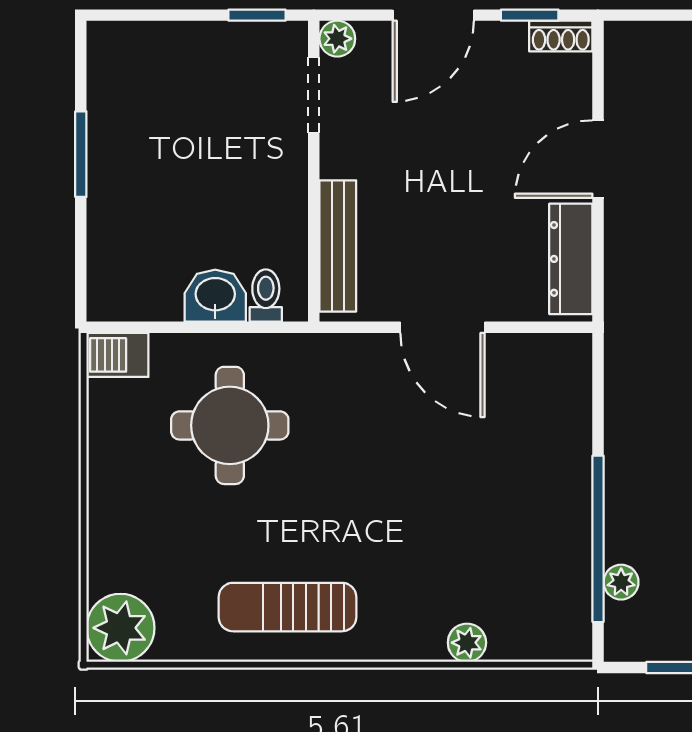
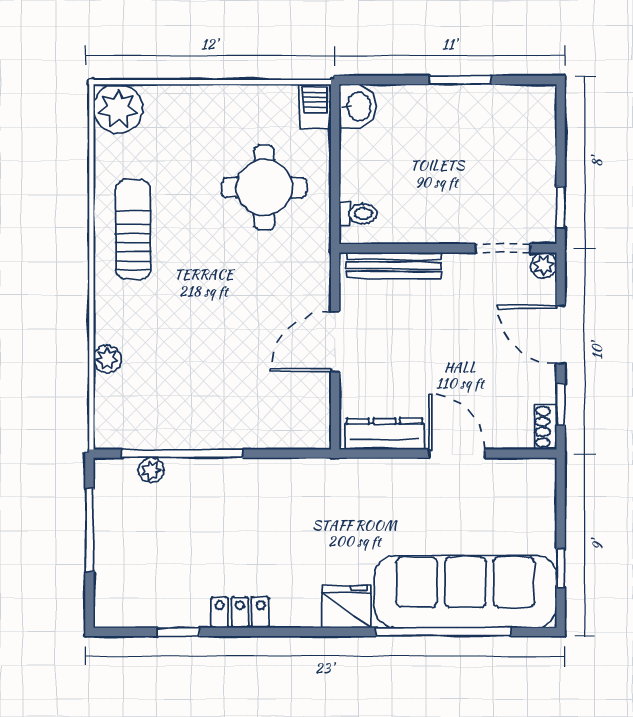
washbasin: (215, 296) -> (358, 106), moved

